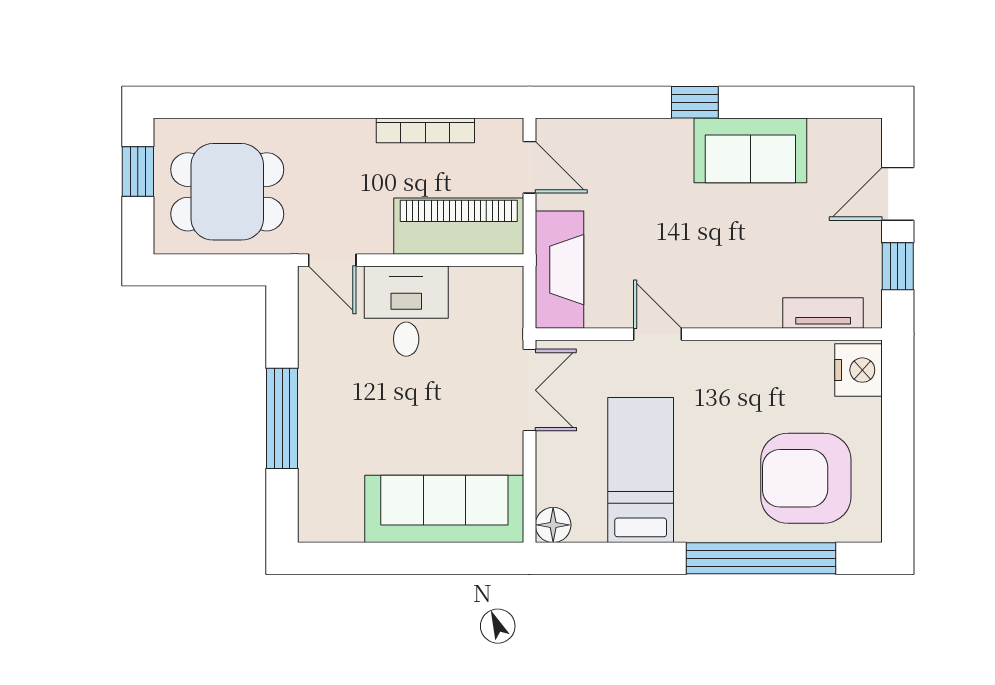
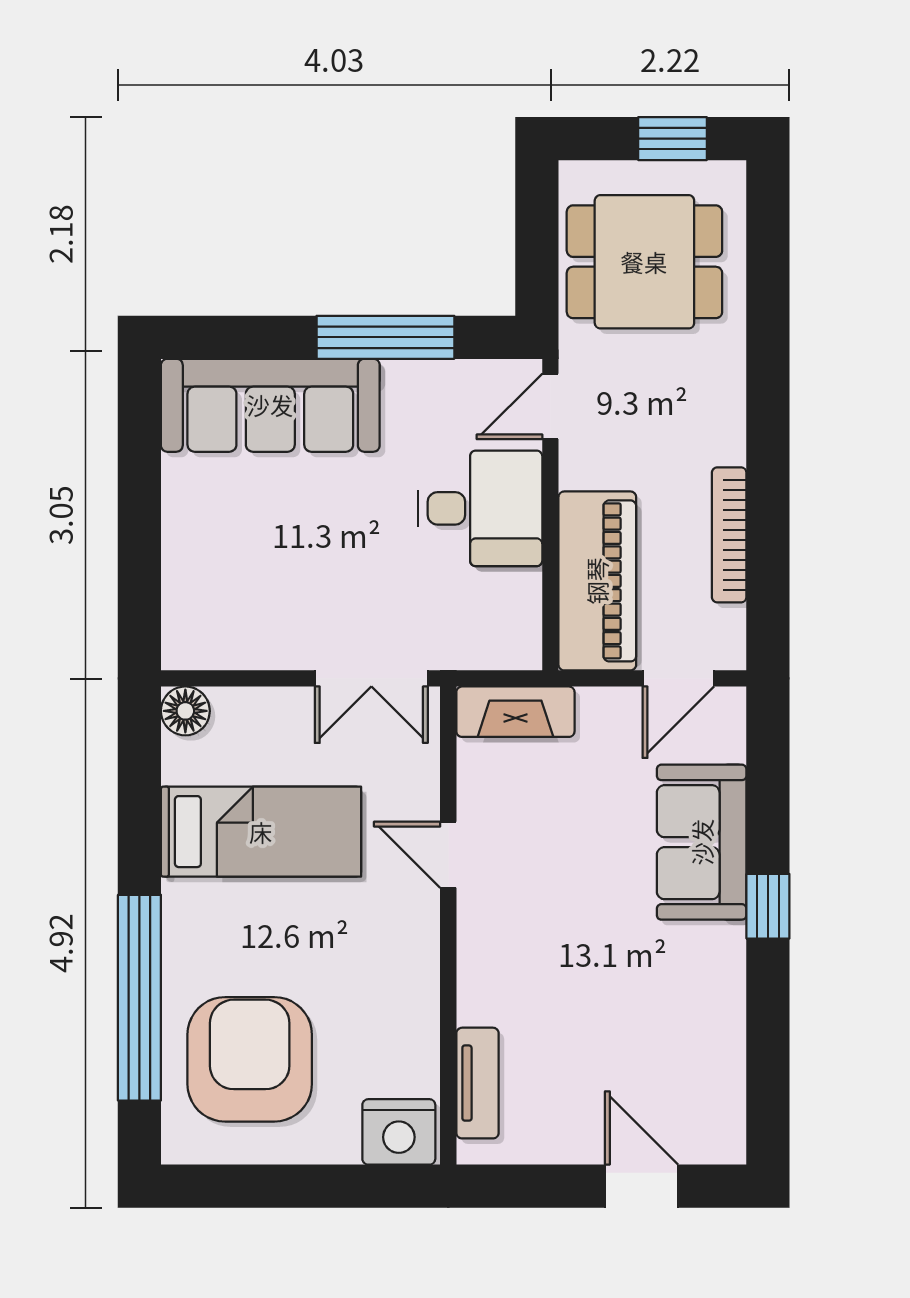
sofa: (750, 150) -> (702, 842), moved
dining table: (227, 192) -> (644, 262), turned 90
window: (898, 266) -> (542, 1186), removed
fireplace: (560, 270) -> (515, 712), width x0.73, depth x0.76
door: (658, 334) -> (448, 855), swing flipped
window: (282, 418) -> (385, 337), moved
sofa: (444, 509) -> (270, 405), moved, turned 90

